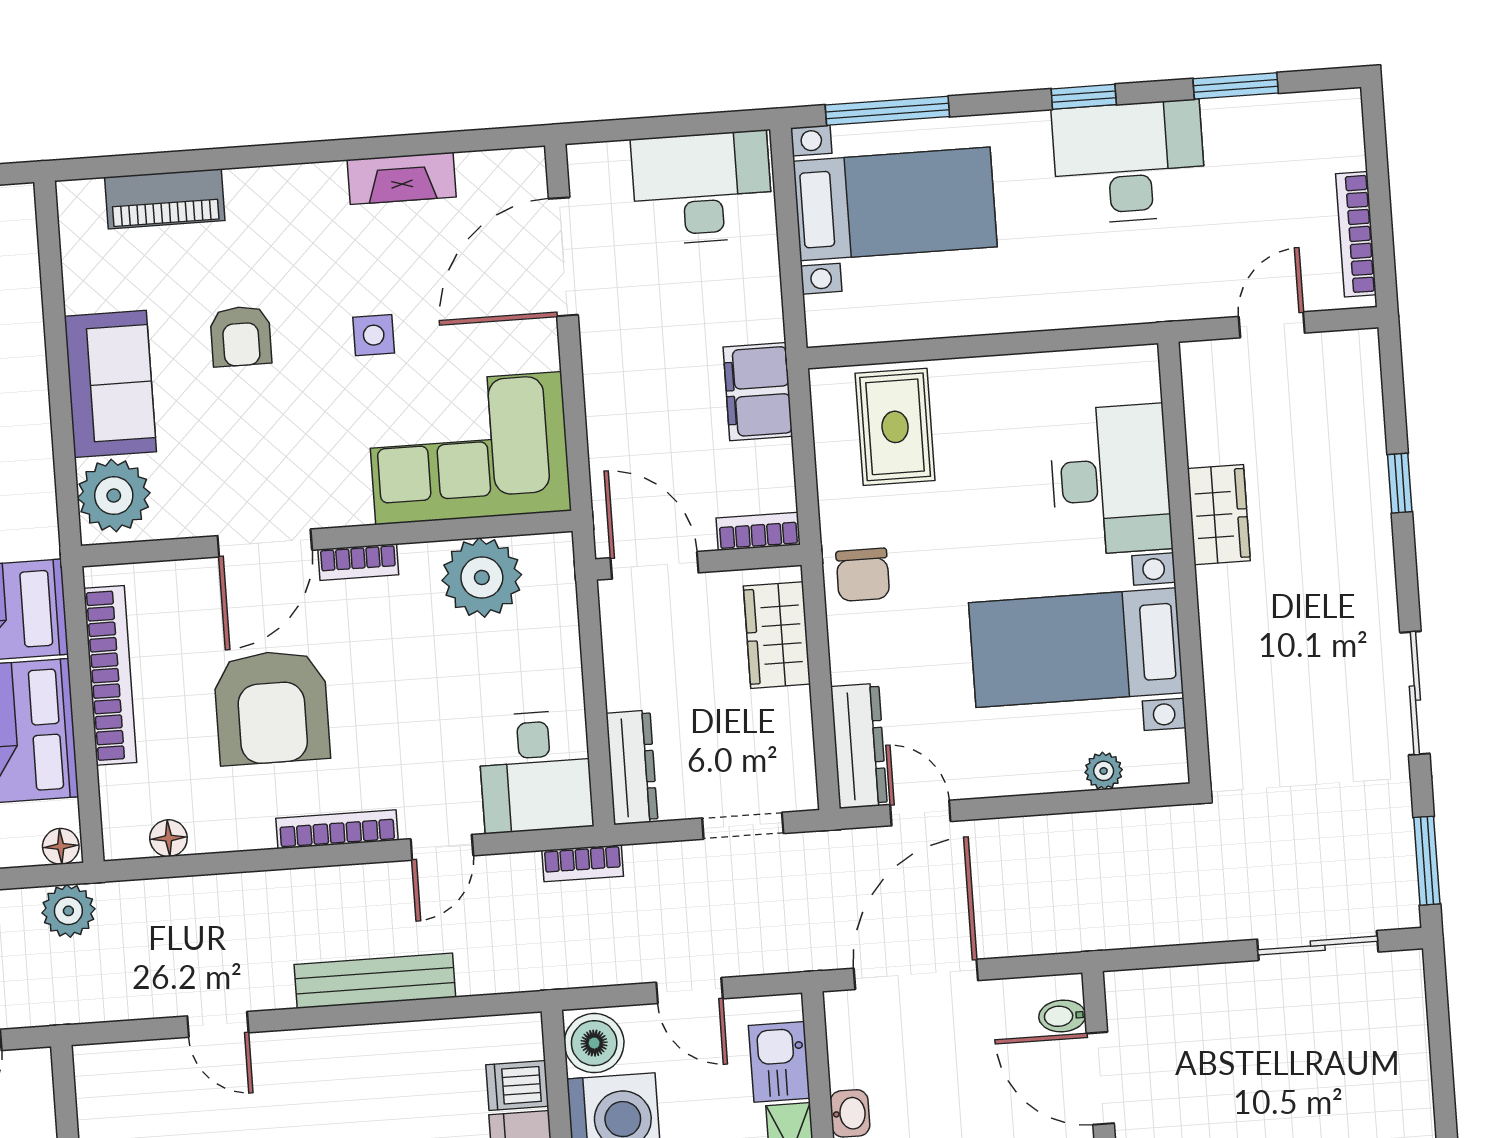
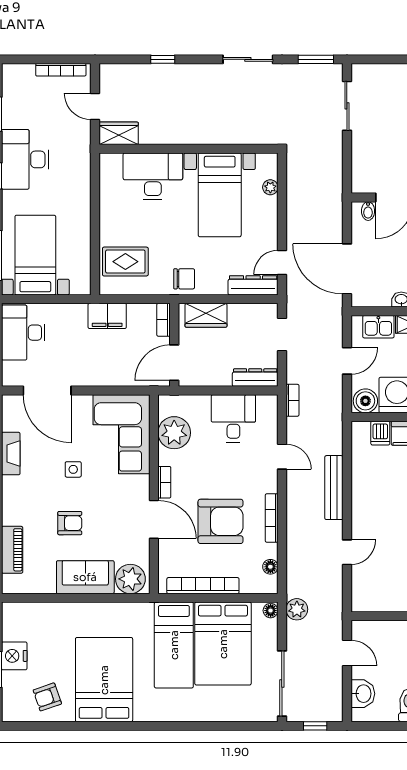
wardrobe: (1219, 515) -> (119, 133), moved
desk: (535, 772) -> (233, 418), moved, turned -90
bookcase: (337, 829) -> (272, 518), moved

